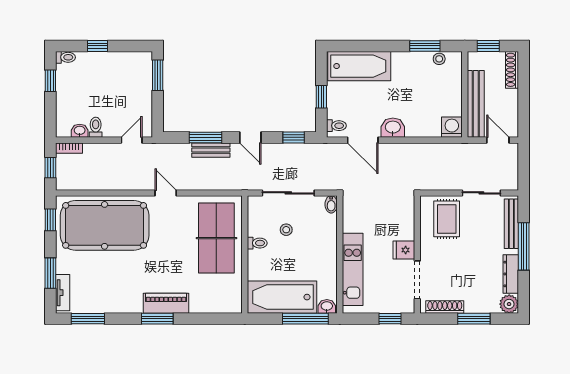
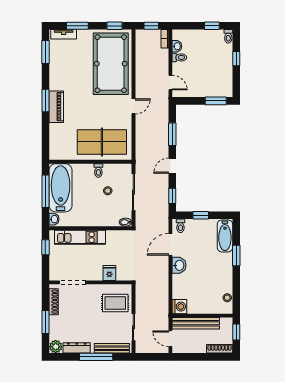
window: (425, 46) -> (236, 256), moved
bathtub: (359, 66) -> (225, 236), width x0.73, depth x0.73
door: (498, 140) -> (170, 339), swing flipped
bench: (211, 150) -> (163, 138), removed
fridge: (404, 250) -> (109, 273), moved
window: (305, 319) -> (45, 191), moved
window: (390, 319) -> (45, 247), moved

